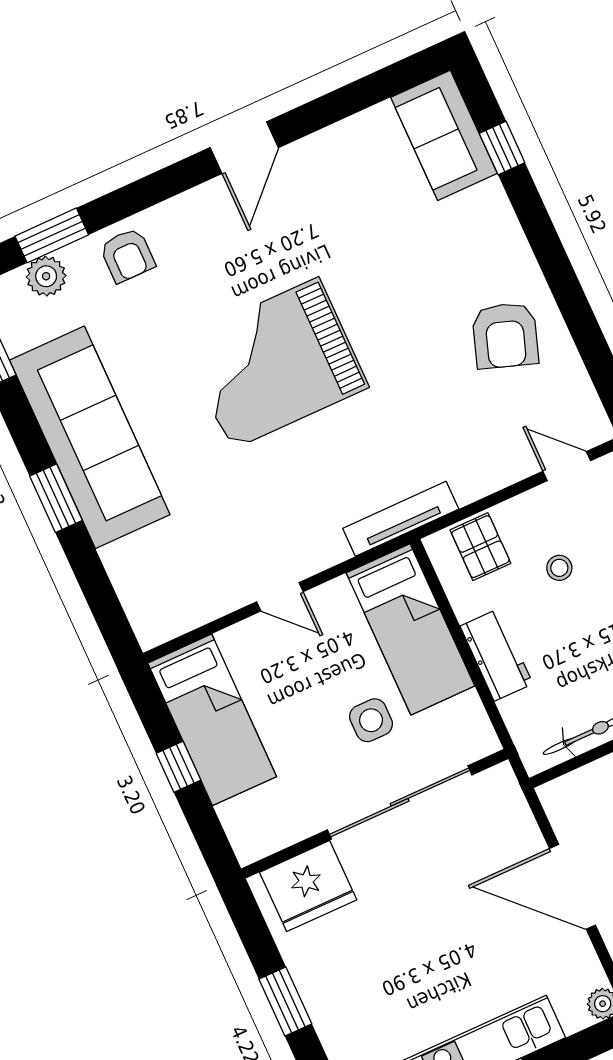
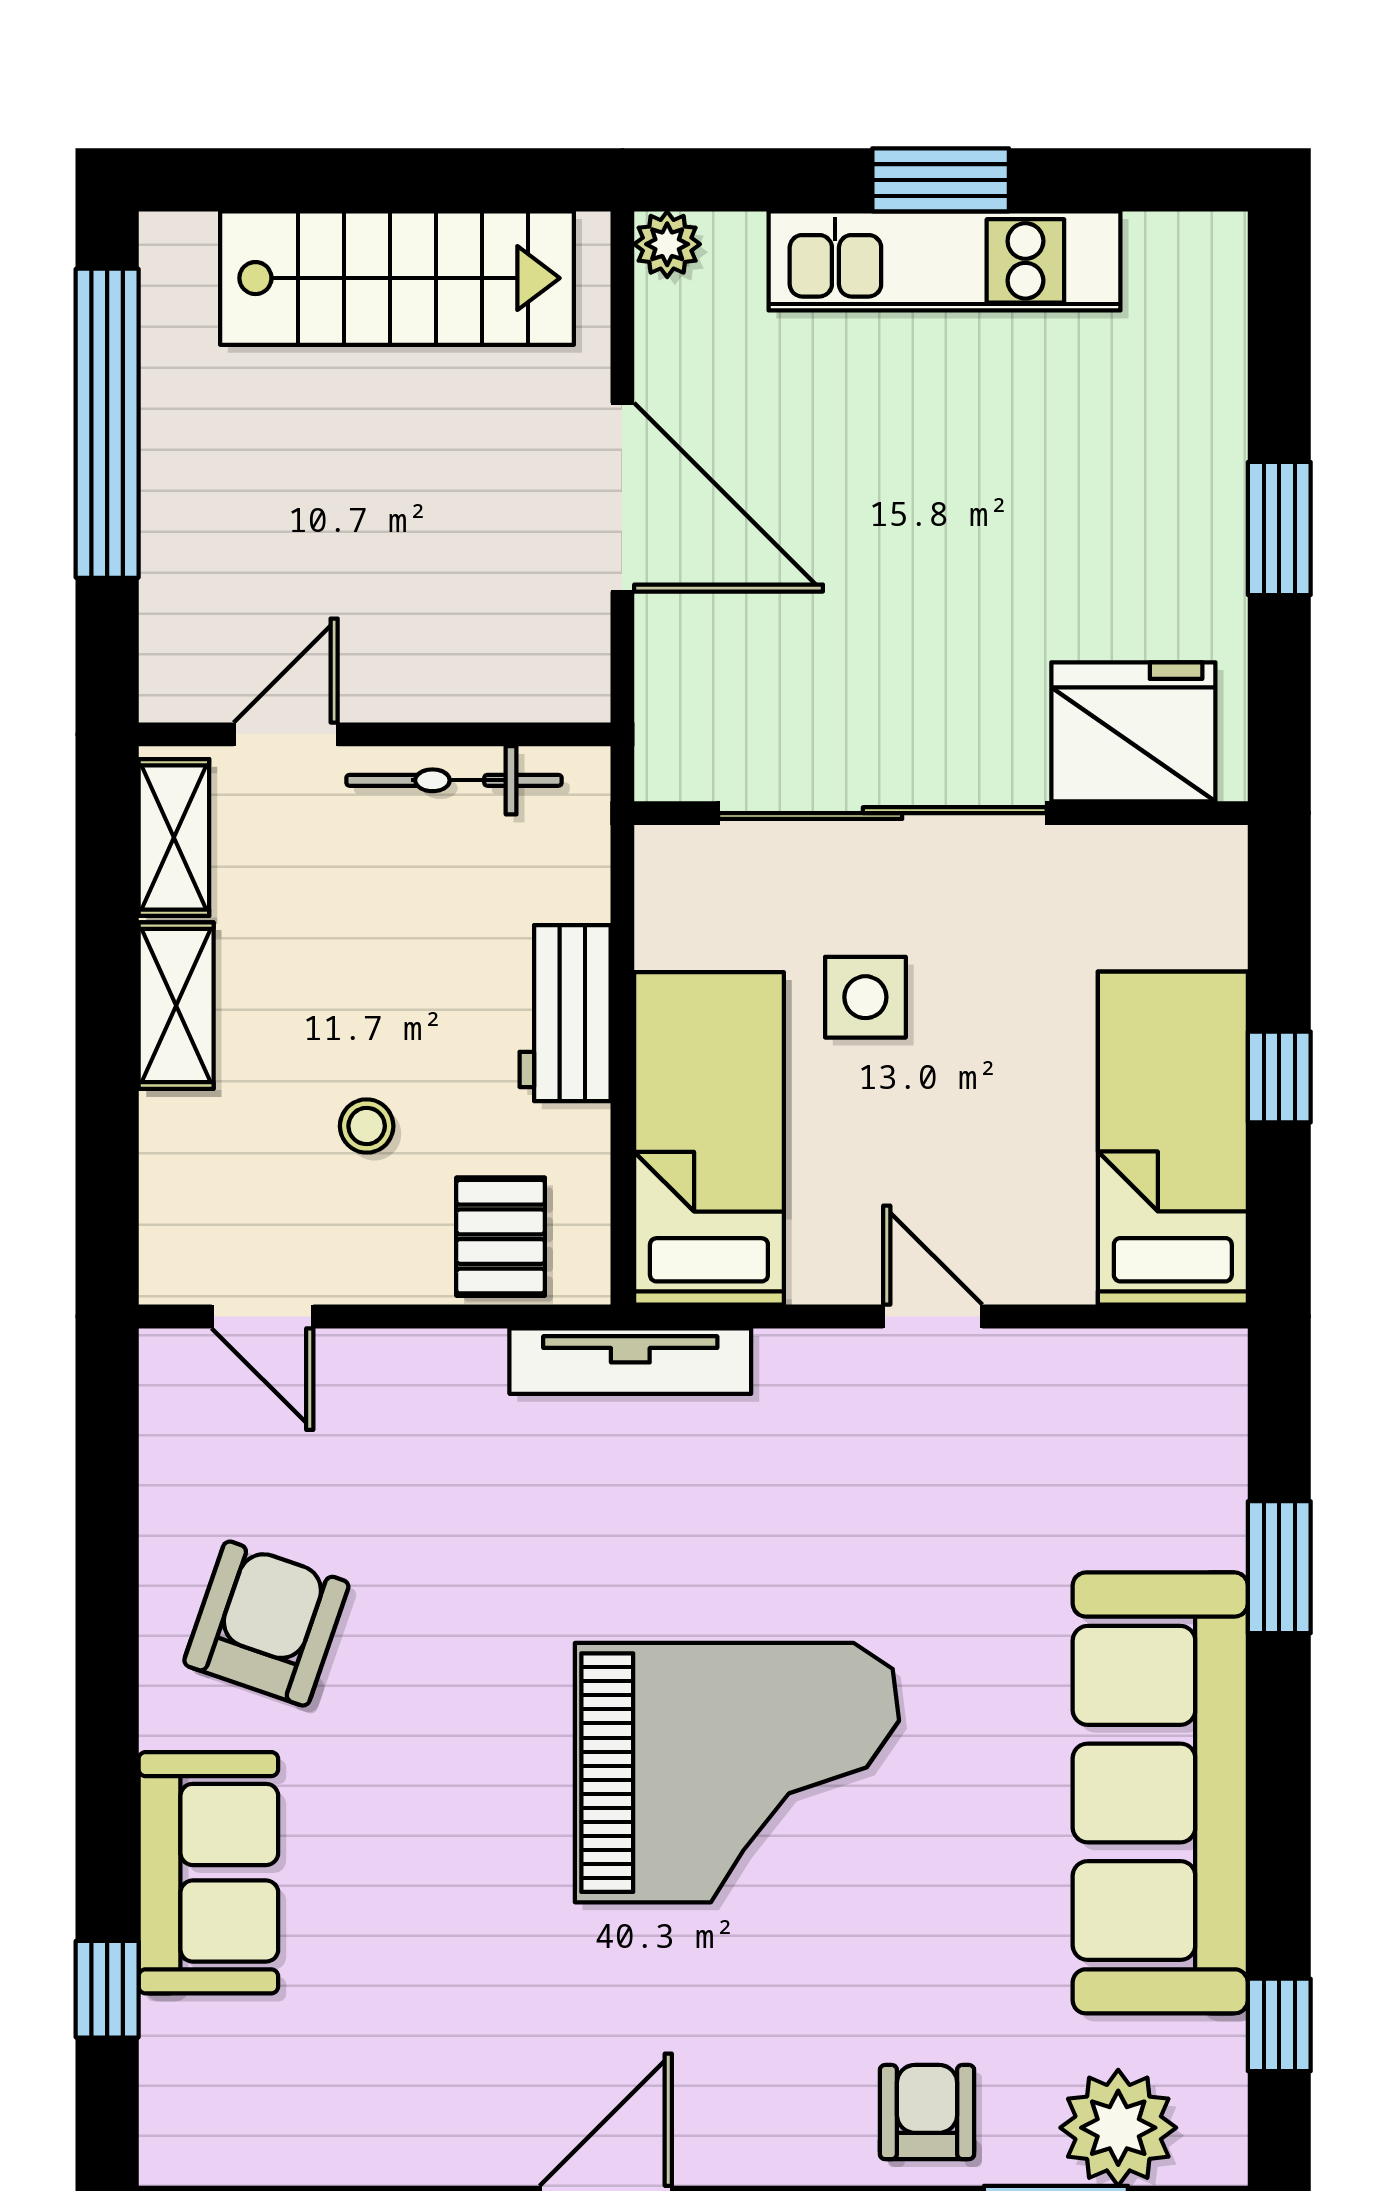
sofa: (444, 135) -> (208, 1873), moved
plant: (46, 276) -> (1118, 2128), width x1.36, depth x1.36
window: (56, 498) -> (1279, 1567), moved

